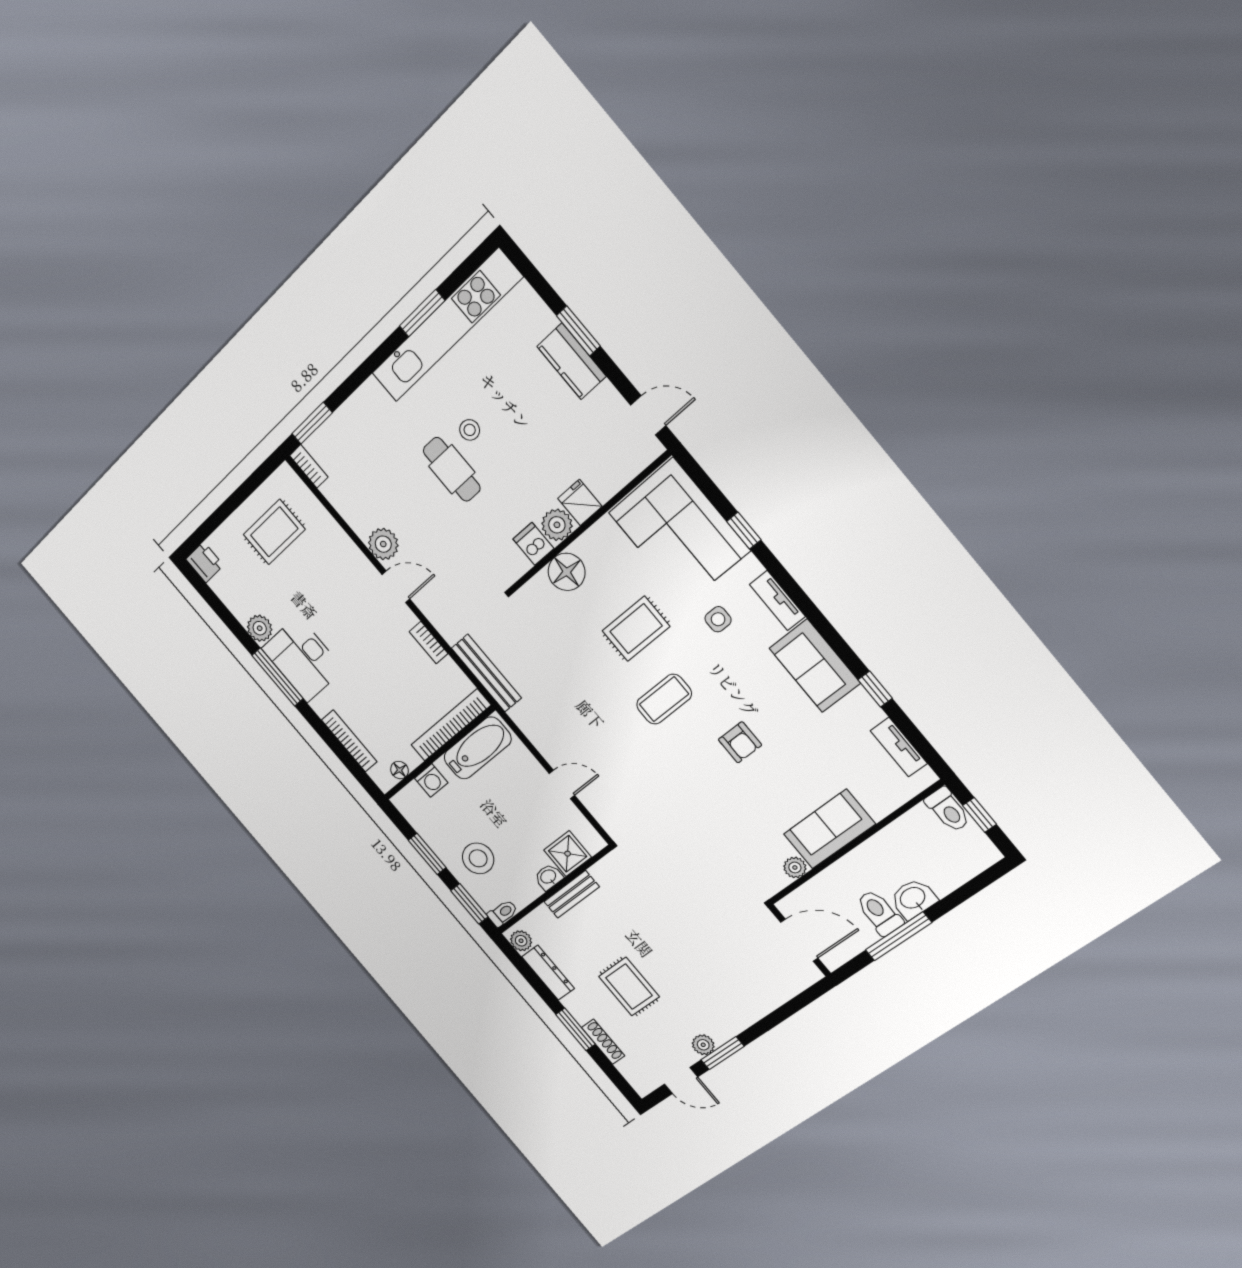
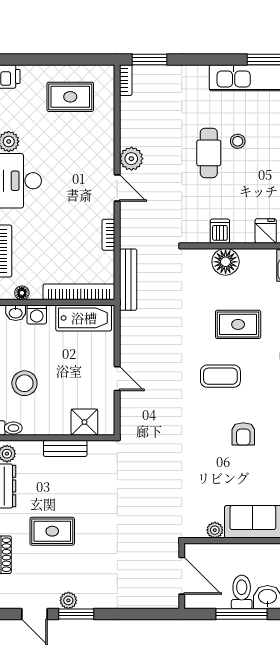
plant: (557, 525) -> (242, 232), removed
washbasin: (549, 877) -> (16, 313), moved, turned 180
rug: (629, 987) -> (52, 531), turned 90

